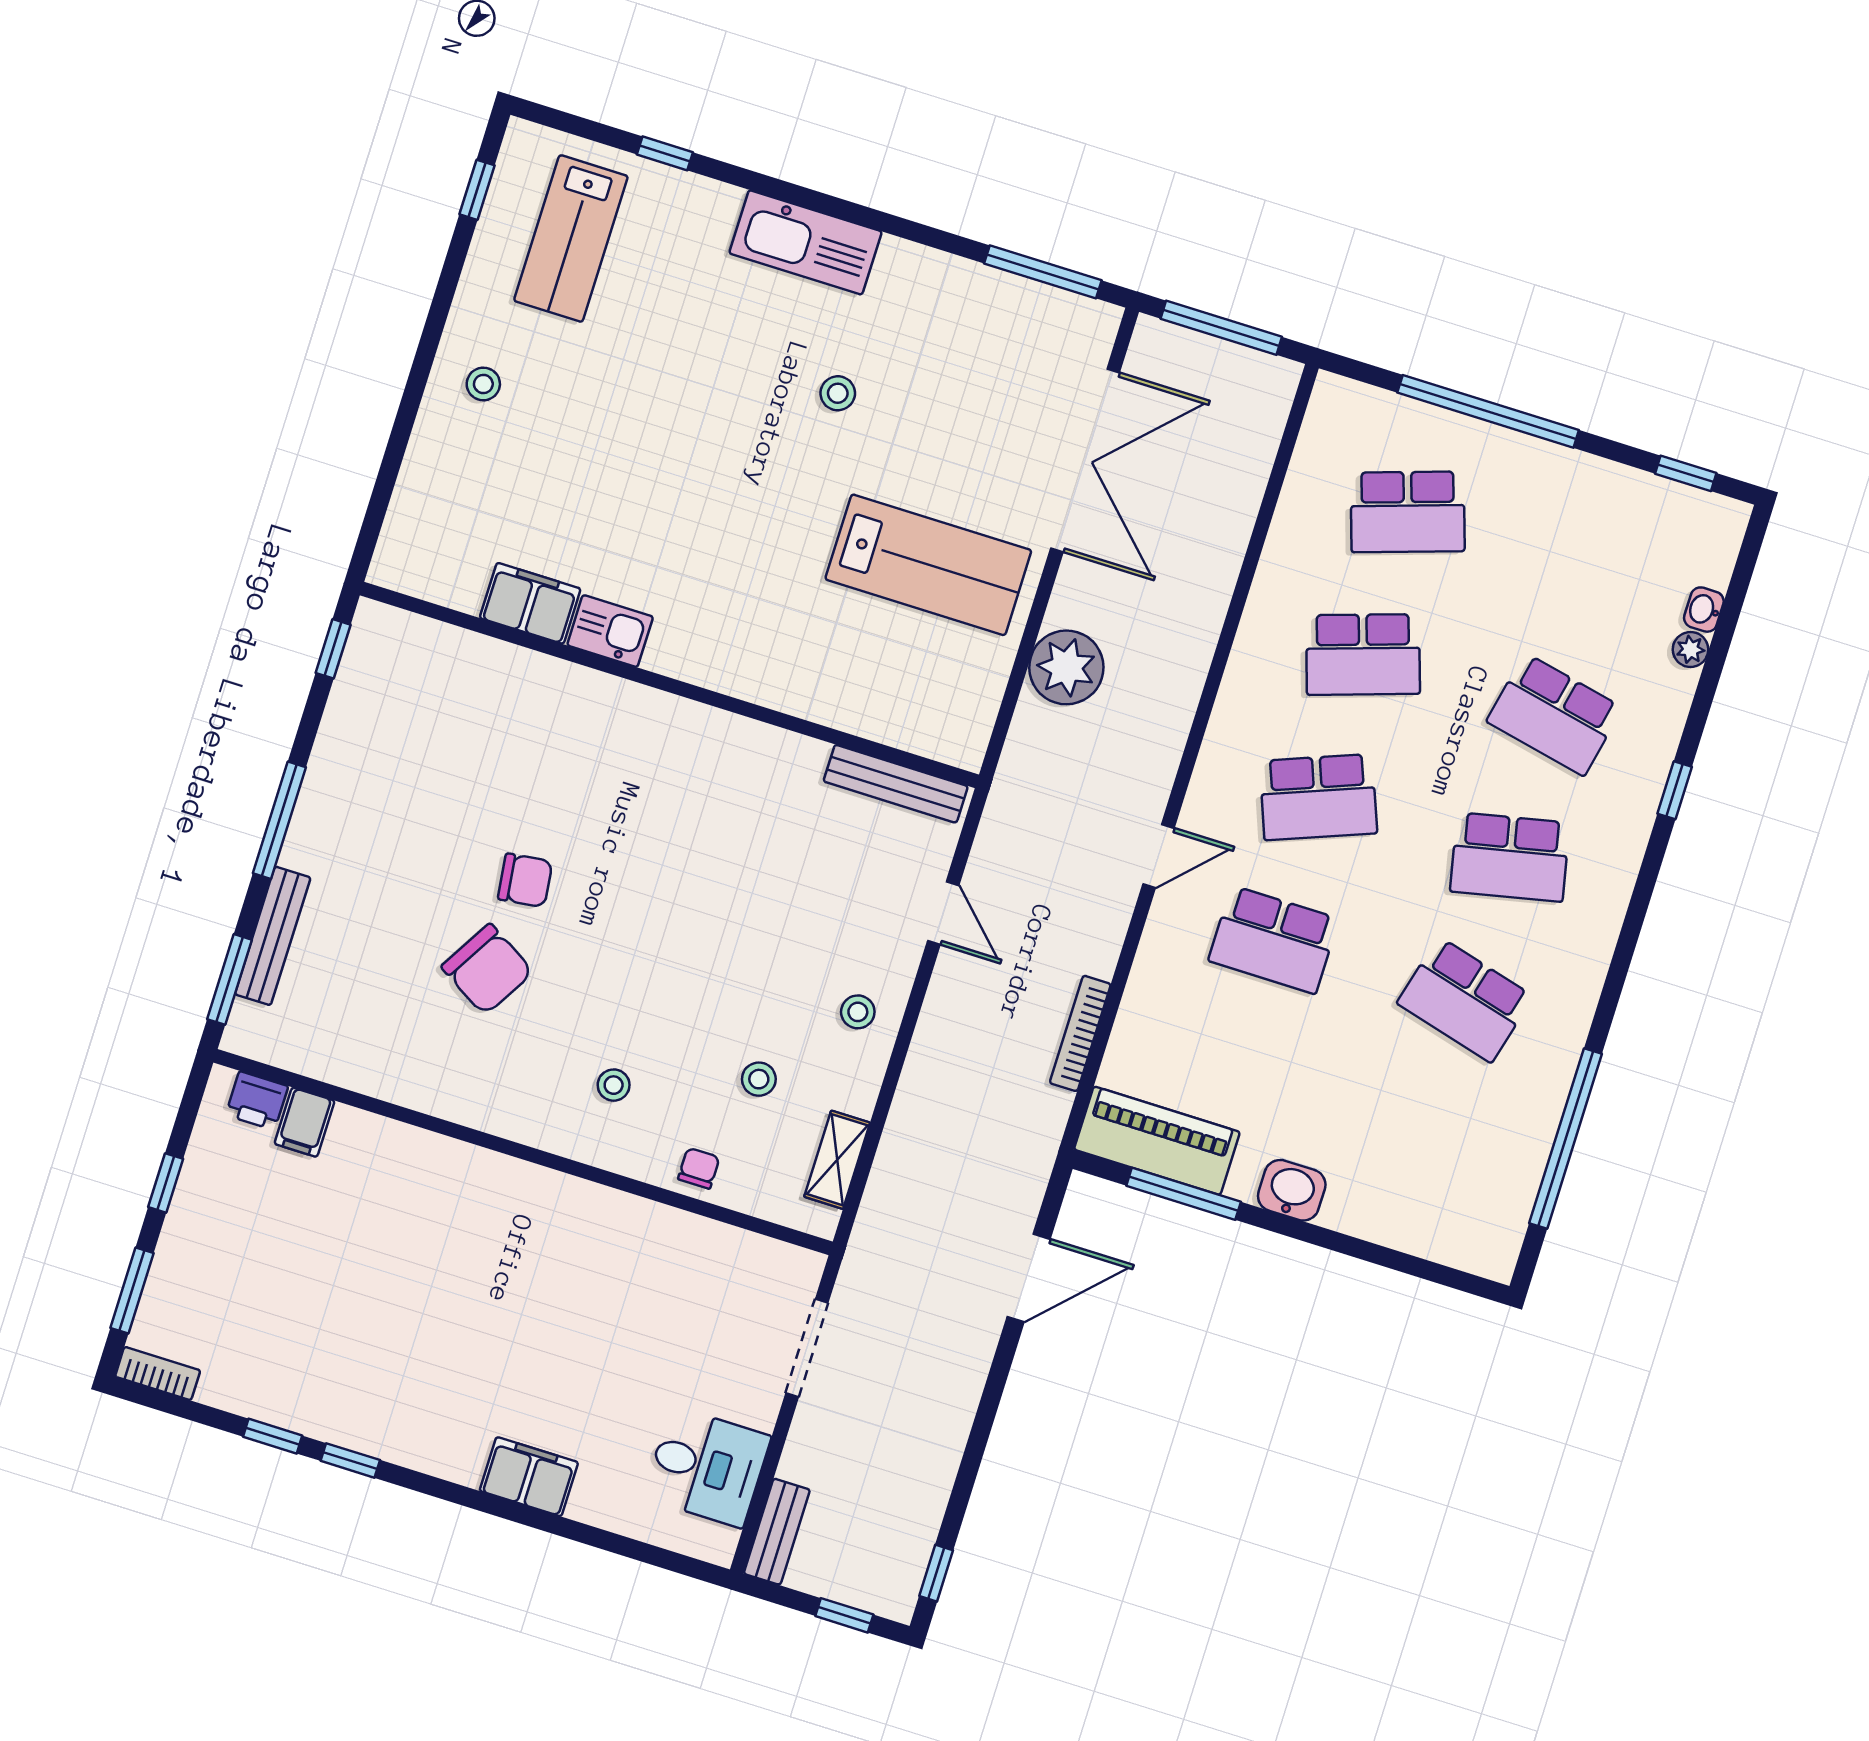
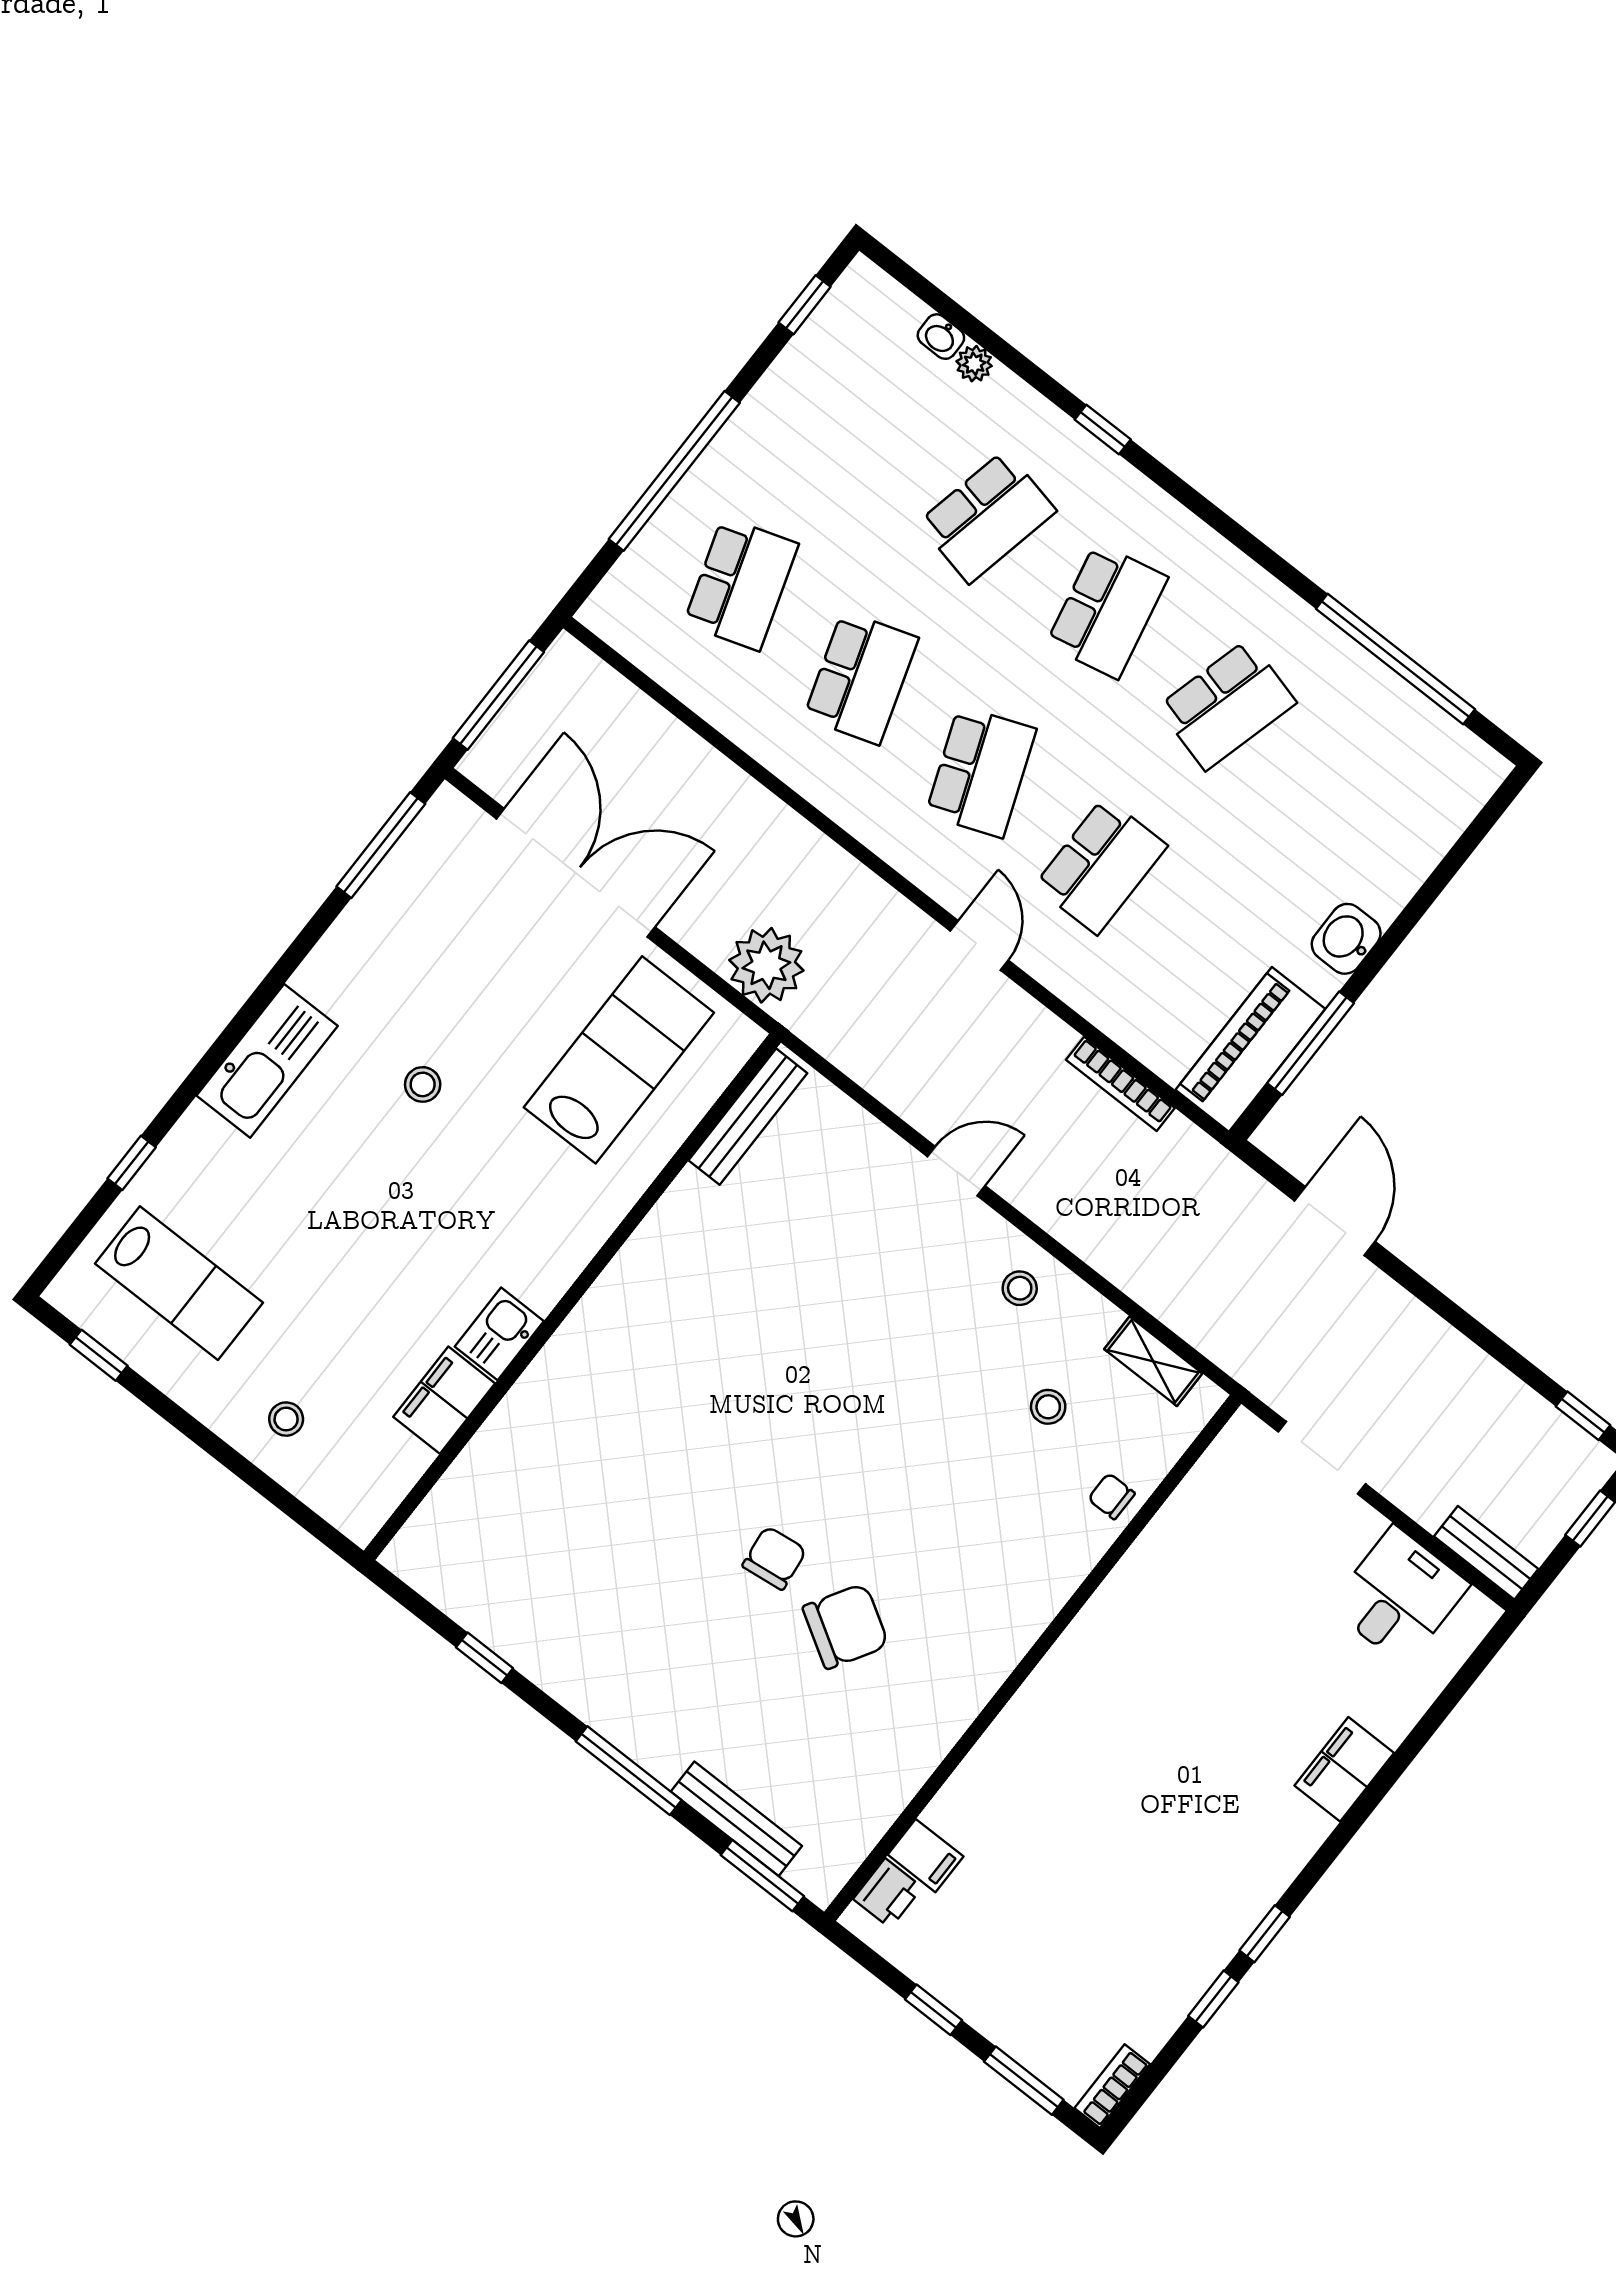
filing cabinet: (530, 603) -> (444, 1400), moved
kitchen sink: (610, 631) -> (499, 1334), moved
wall: (669, 685) -> (572, 1297), moved
bench: (896, 784) -> (748, 1117), moved
stool: (614, 1085) -> (1001, 1547), removed

